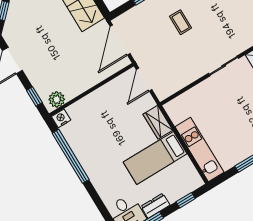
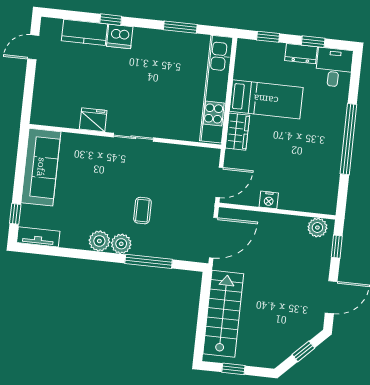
nightstand: (61, 118) -> (269, 200), moved
kitchen unit: (199, 150) -> (216, 89), width x1.36
window: (71, 156) -> (348, 139), moved

